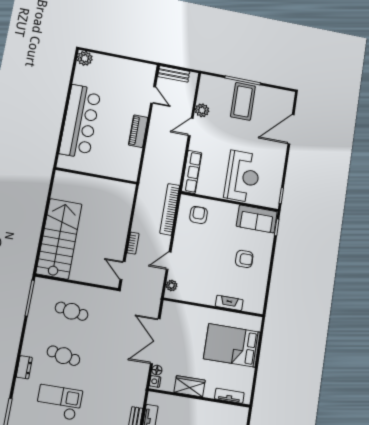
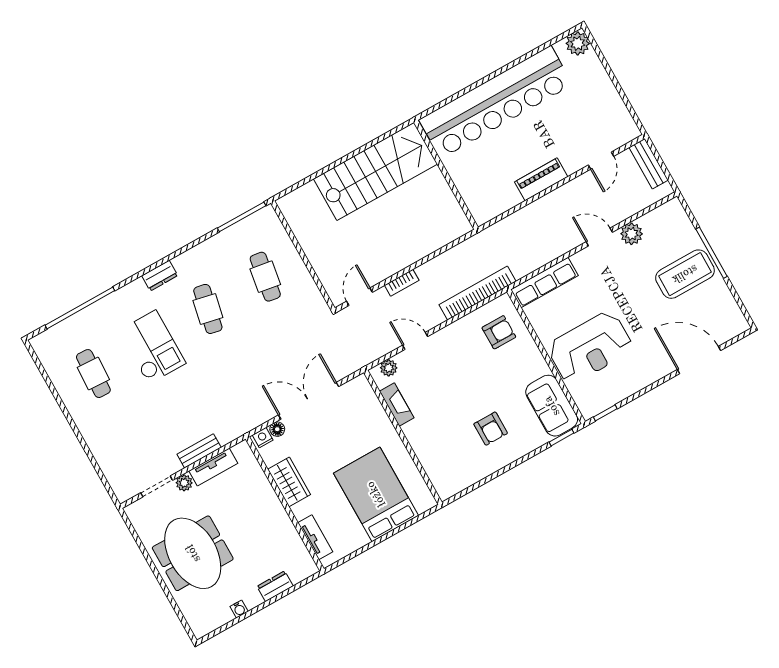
bar counter: (80, 121) -> (496, 102), width x1.36
stairs: (59, 239) -> (375, 171), moved
fireplace: (229, 303) -> (397, 405), moved

